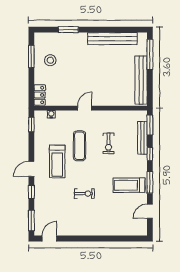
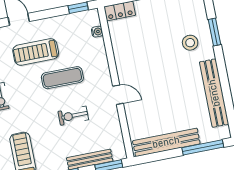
stool: (50, 60) -> (190, 43), moved
door: (85, 108) -> (118, 95), moved

